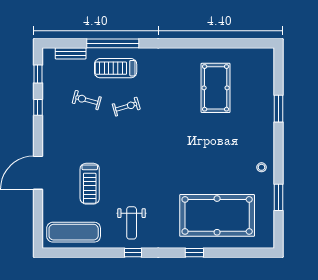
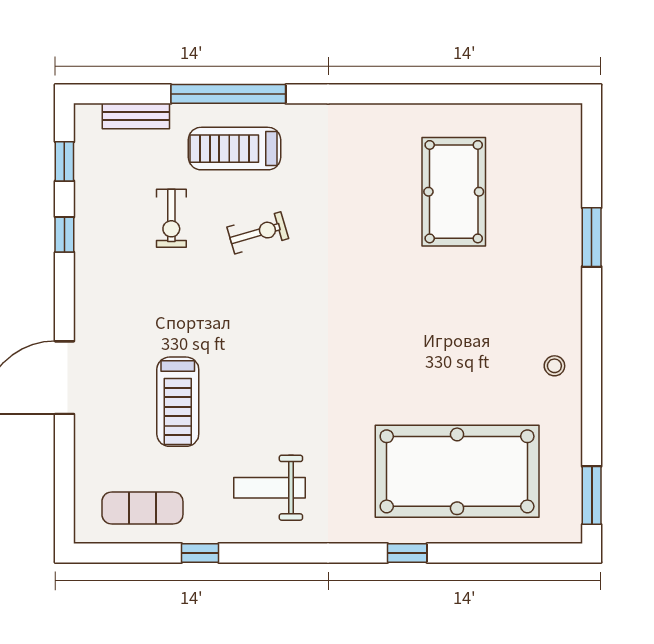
exercise bike: (87, 100) -> (171, 218), turned -105
window: (278, 197) -> (592, 495), moved
weight bench: (132, 223) -> (270, 488), turned 90
exercise mat: (74, 232) -> (142, 508), width x0.73, depth x0.69
window: (133, 253) -> (200, 553), moved

